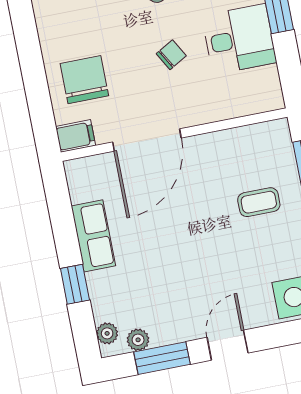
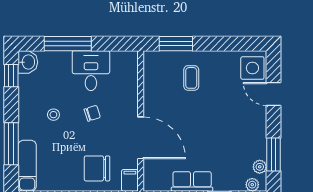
chair: (171, 55) -> (92, 113), turned 102
door: (228, 345) -> (274, 94), moved

